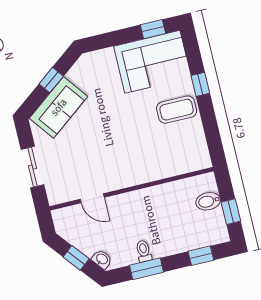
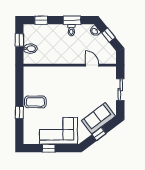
window: (153, 29) -> (49, 148), moved
corner sofa: (152, 62) -> (58, 131), moved

